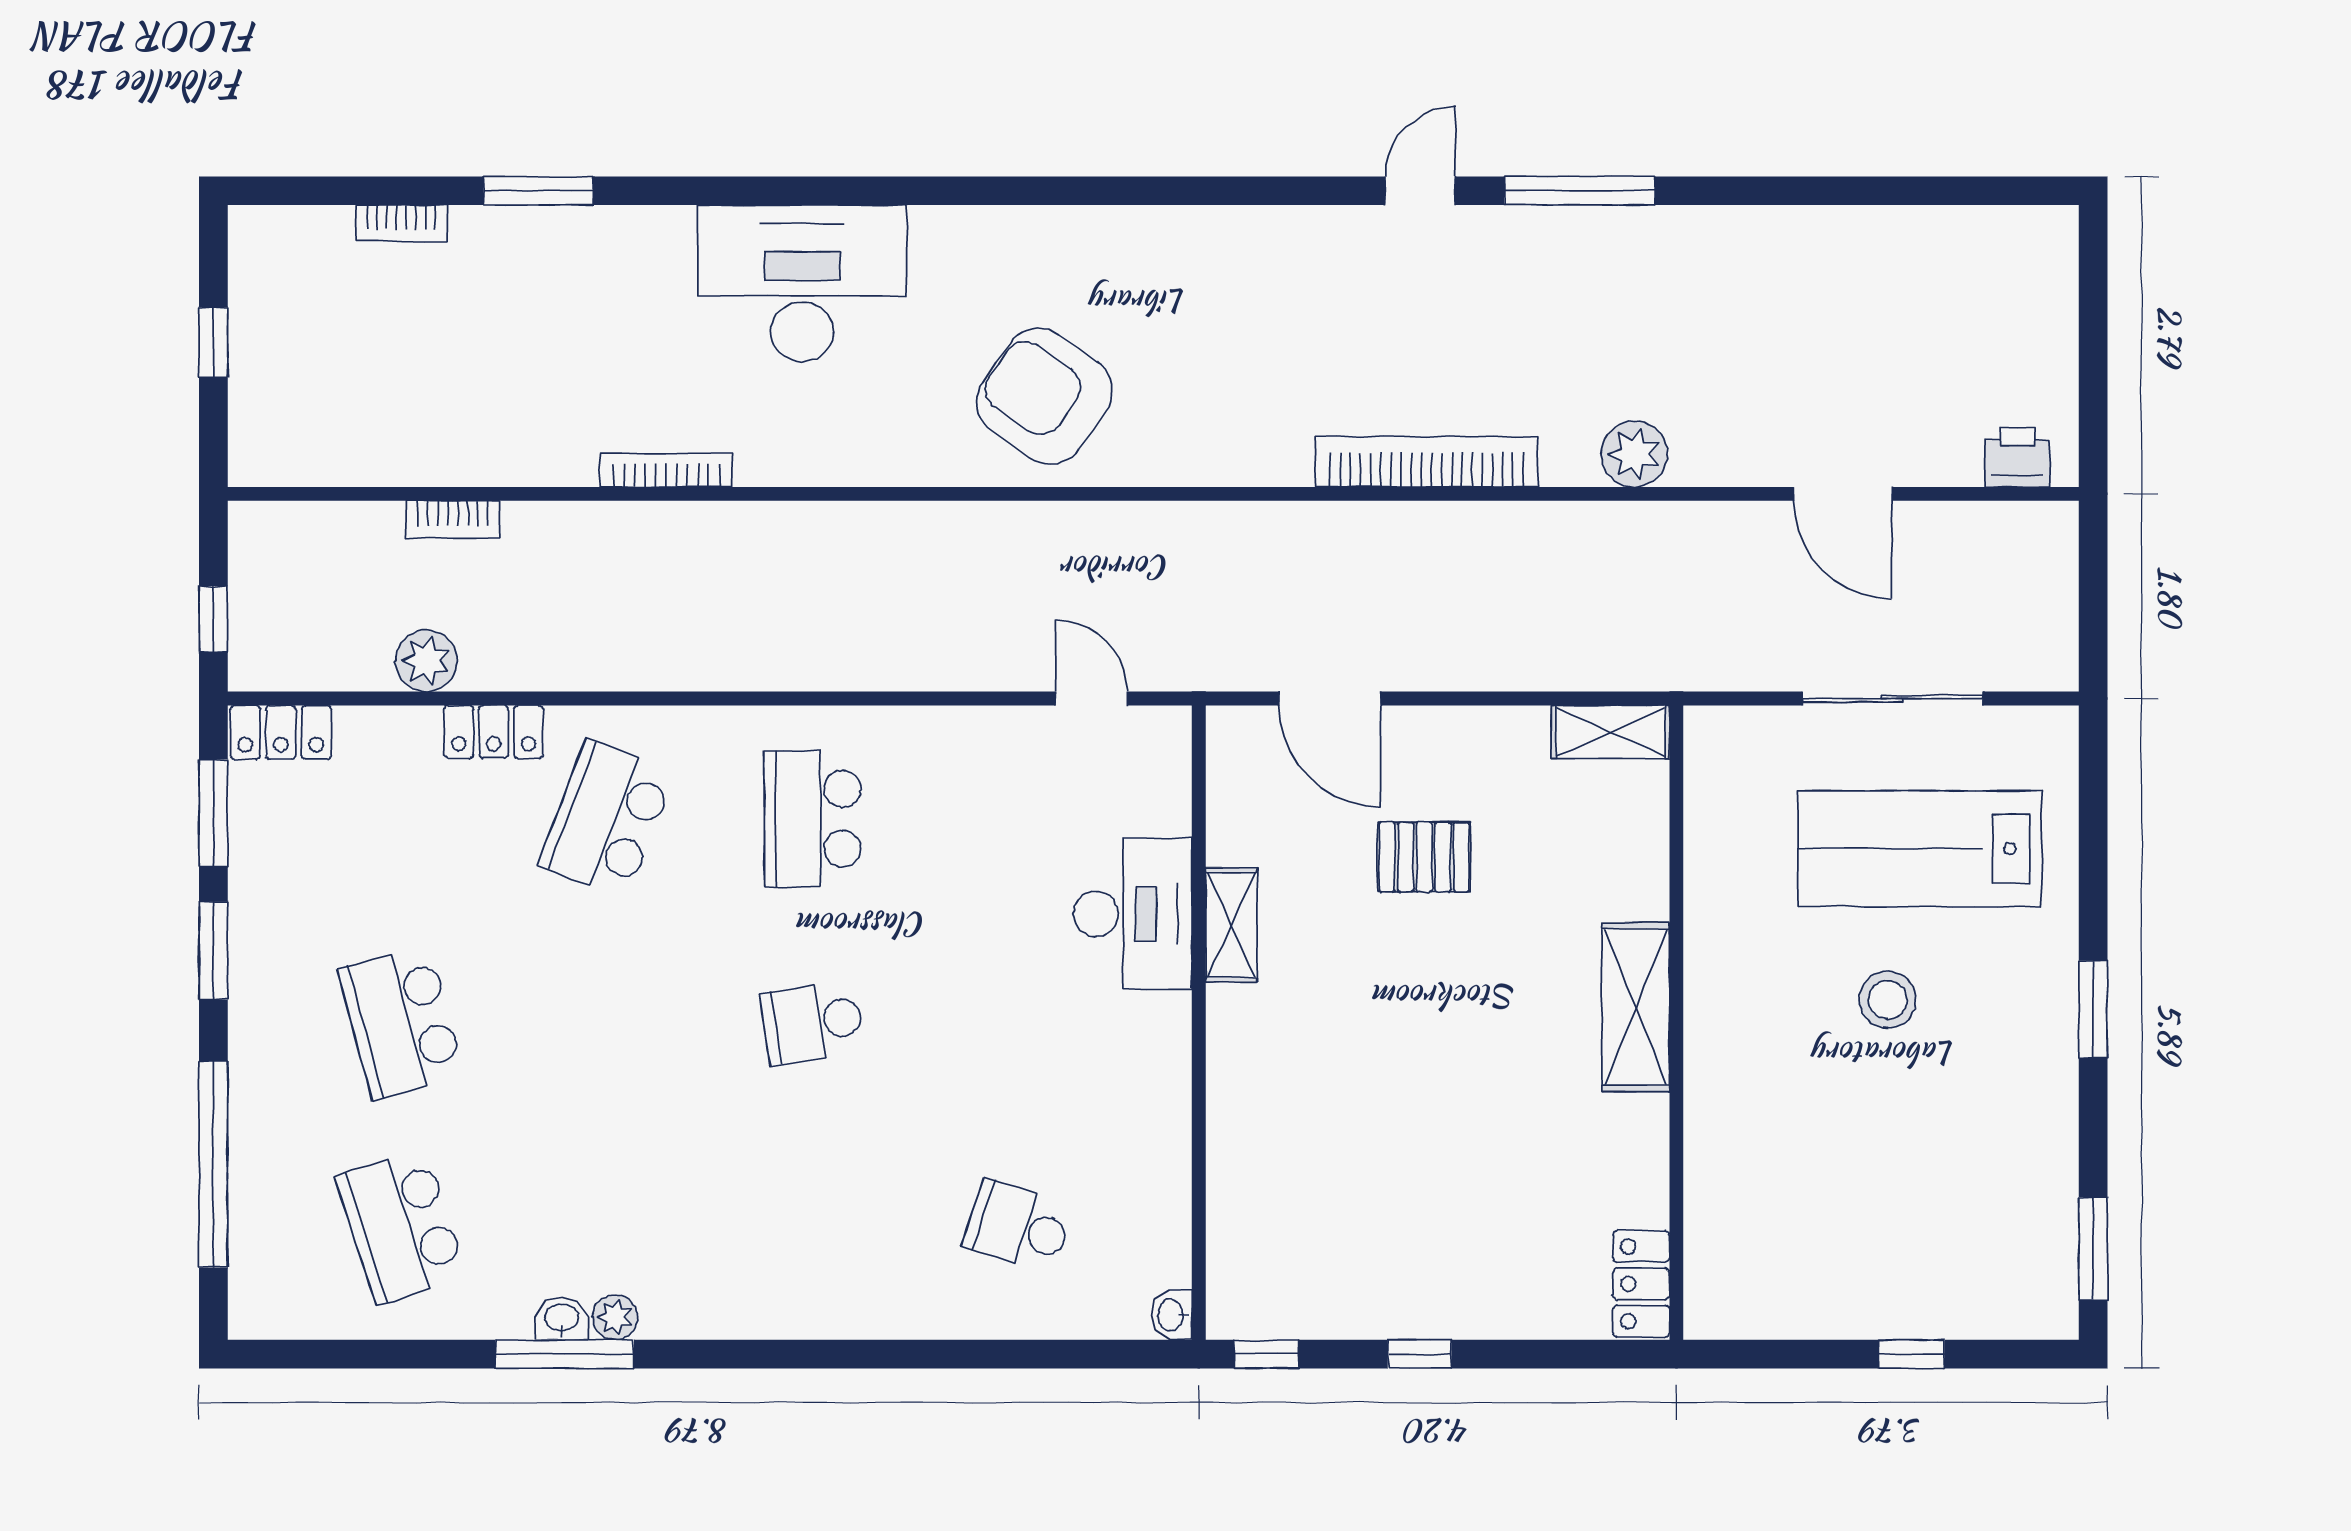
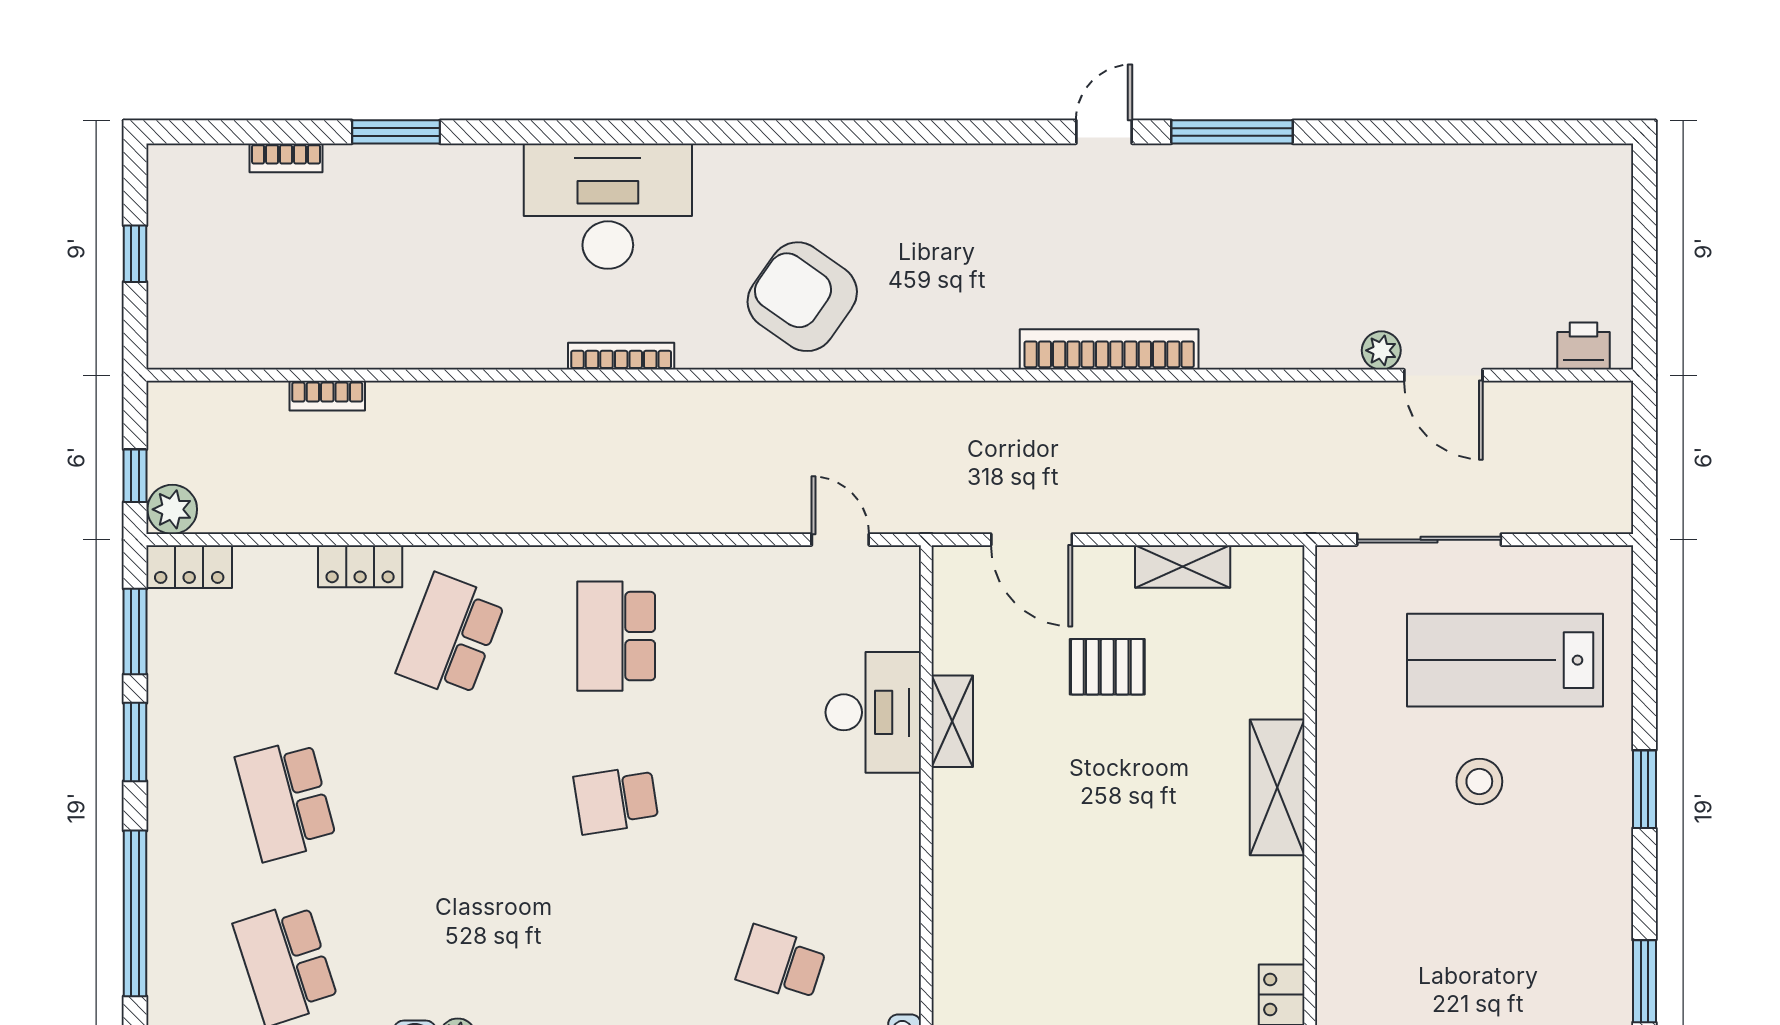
plant: (1634, 454) -> (1381, 350), moved, width x0.73, depth x0.73
bookcase: (666, 470) -> (621, 356), moved
plant: (426, 661) -> (172, 509), moved
sliding door: (1892, 699) -> (1429, 540), moved
shelving: (1610, 732) -> (1183, 566), moved

